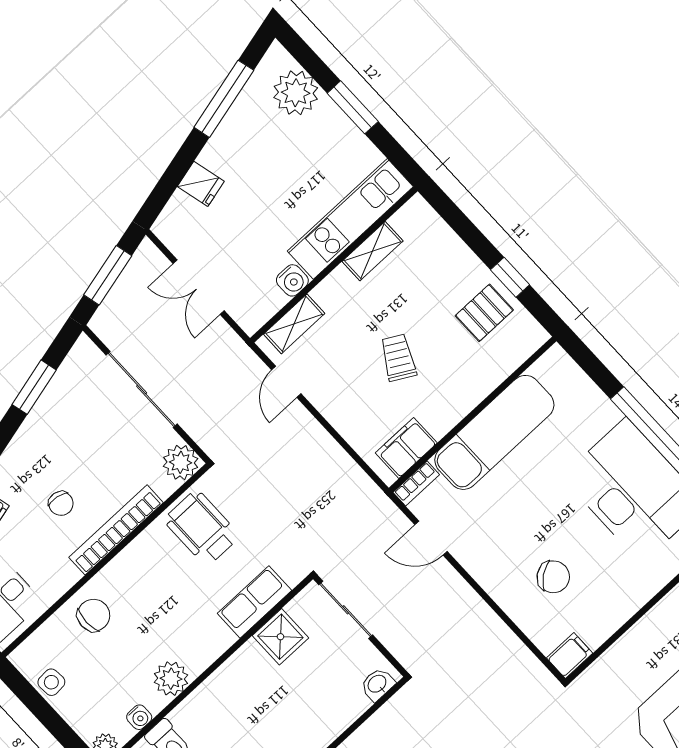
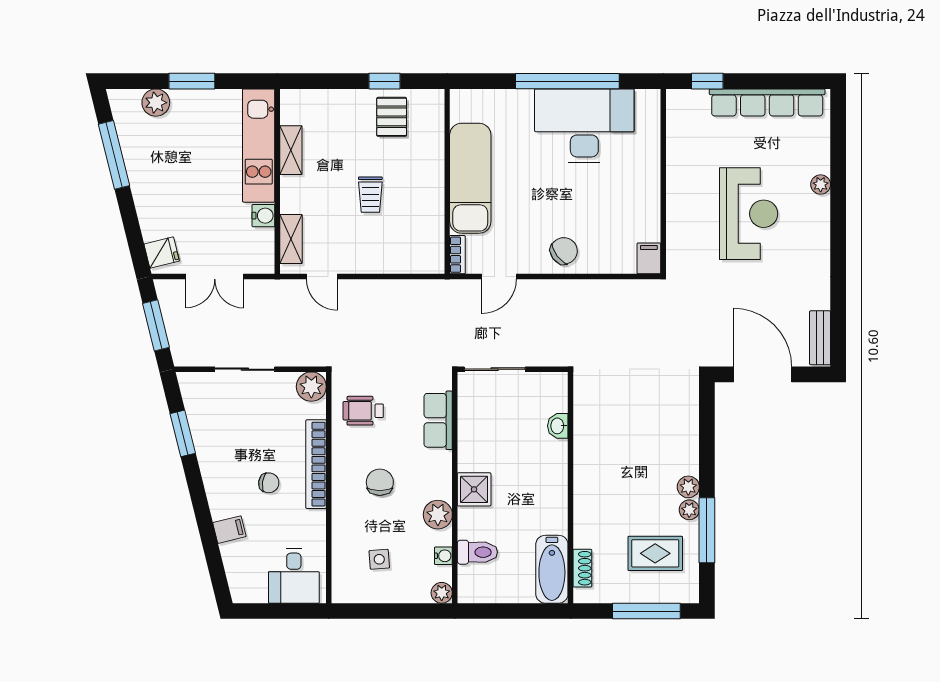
plant: (296, 93) -> (156, 103), width x0.73, depth x0.73
fridge: (201, 184) -> (162, 253), moved
trolley: (398, 358) -> (370, 195), turned -119
sliding door: (142, 390) -> (245, 369), width x0.73
filing cabinet: (406, 448) -> (430, 241), removed
wheelchair: (202, 528) -> (363, 411), width x0.73, depth x0.73
chair: (553, 577) -> (564, 251), moved
chair: (94, 615) -> (380, 482), moved
shower: (280, 637) -> (474, 489), moved
side table: (51, 682) -> (379, 559), moved
washbasin: (377, 684) -> (558, 426), moved

